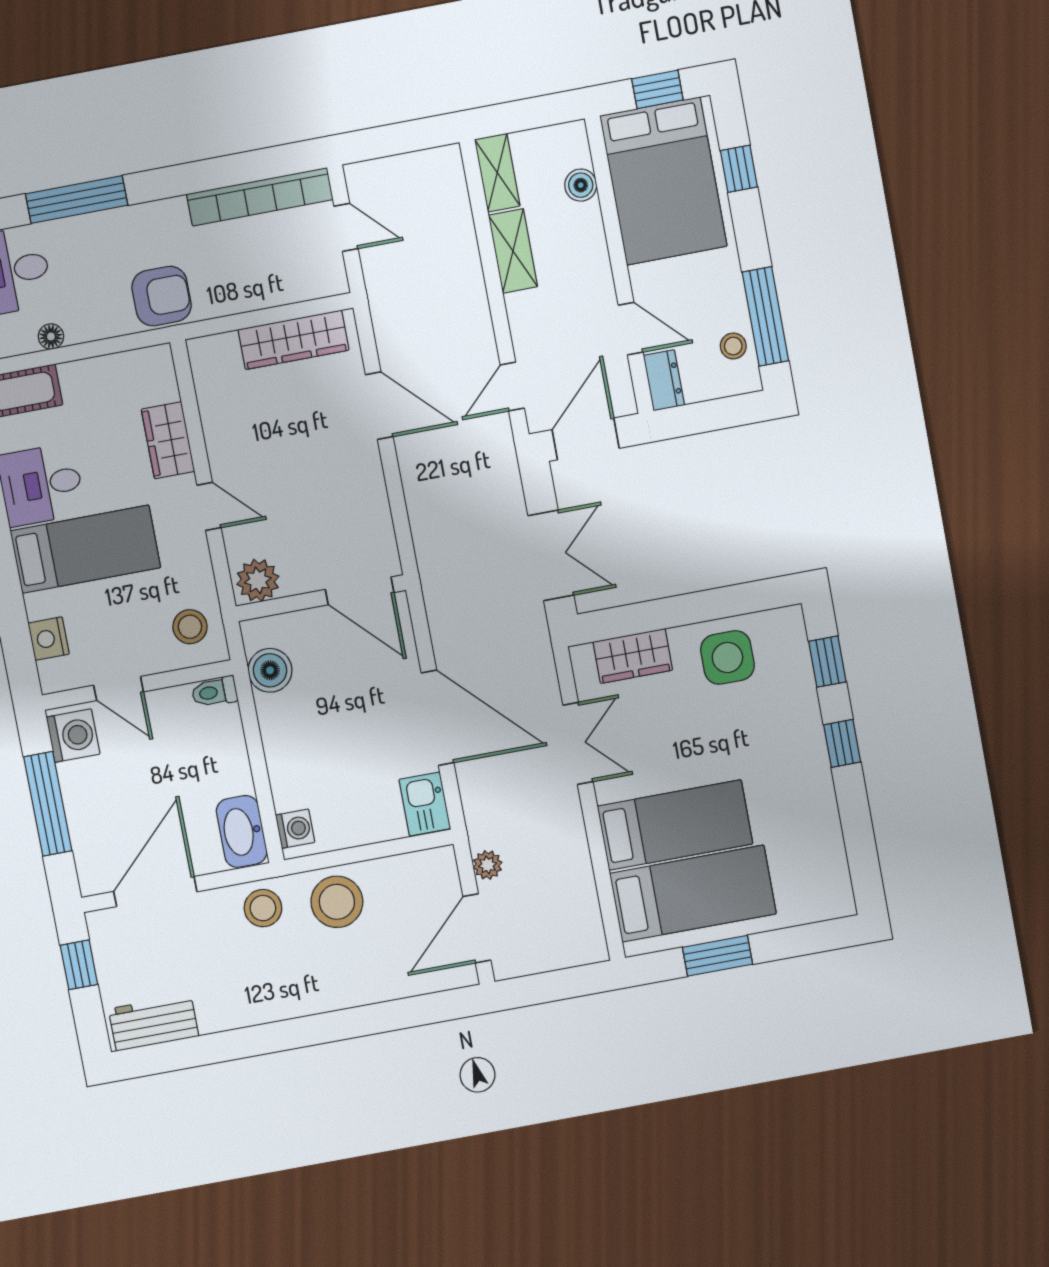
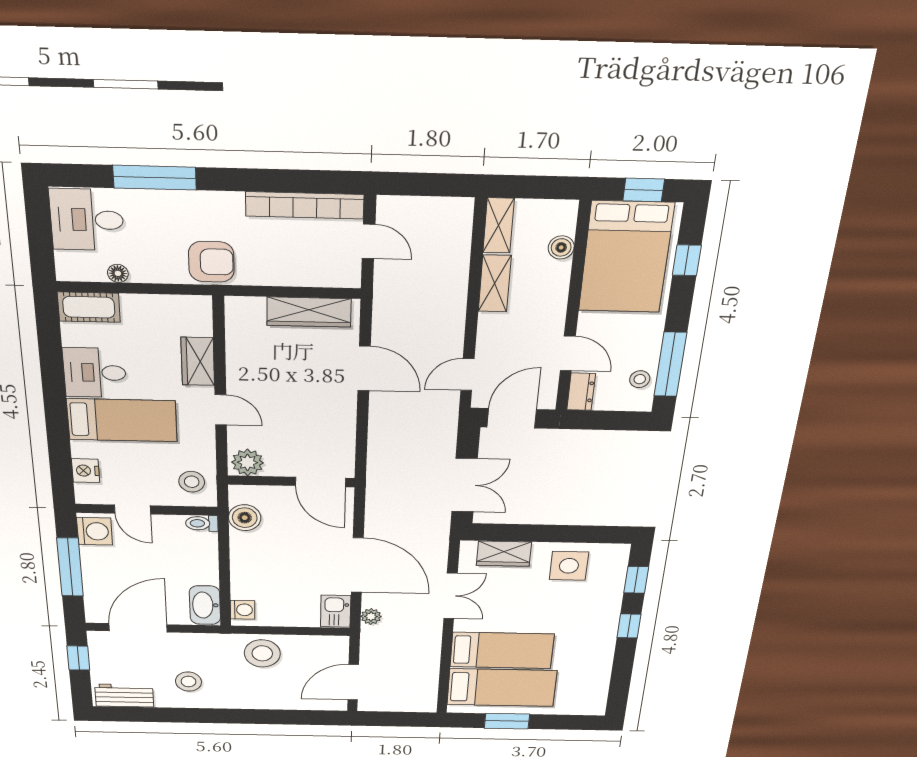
plant: (488, 865) -> (371, 616), moved
stool: (263, 908) -> (188, 682), moved

